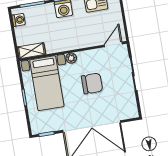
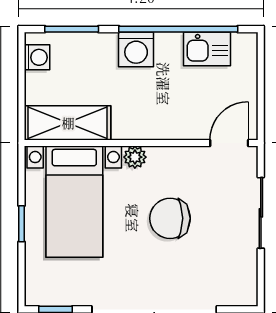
shelving: (31, 51) -> (68, 123), width x1.50, depth x1.33
chair: (92, 84) -> (170, 218), turned 180

